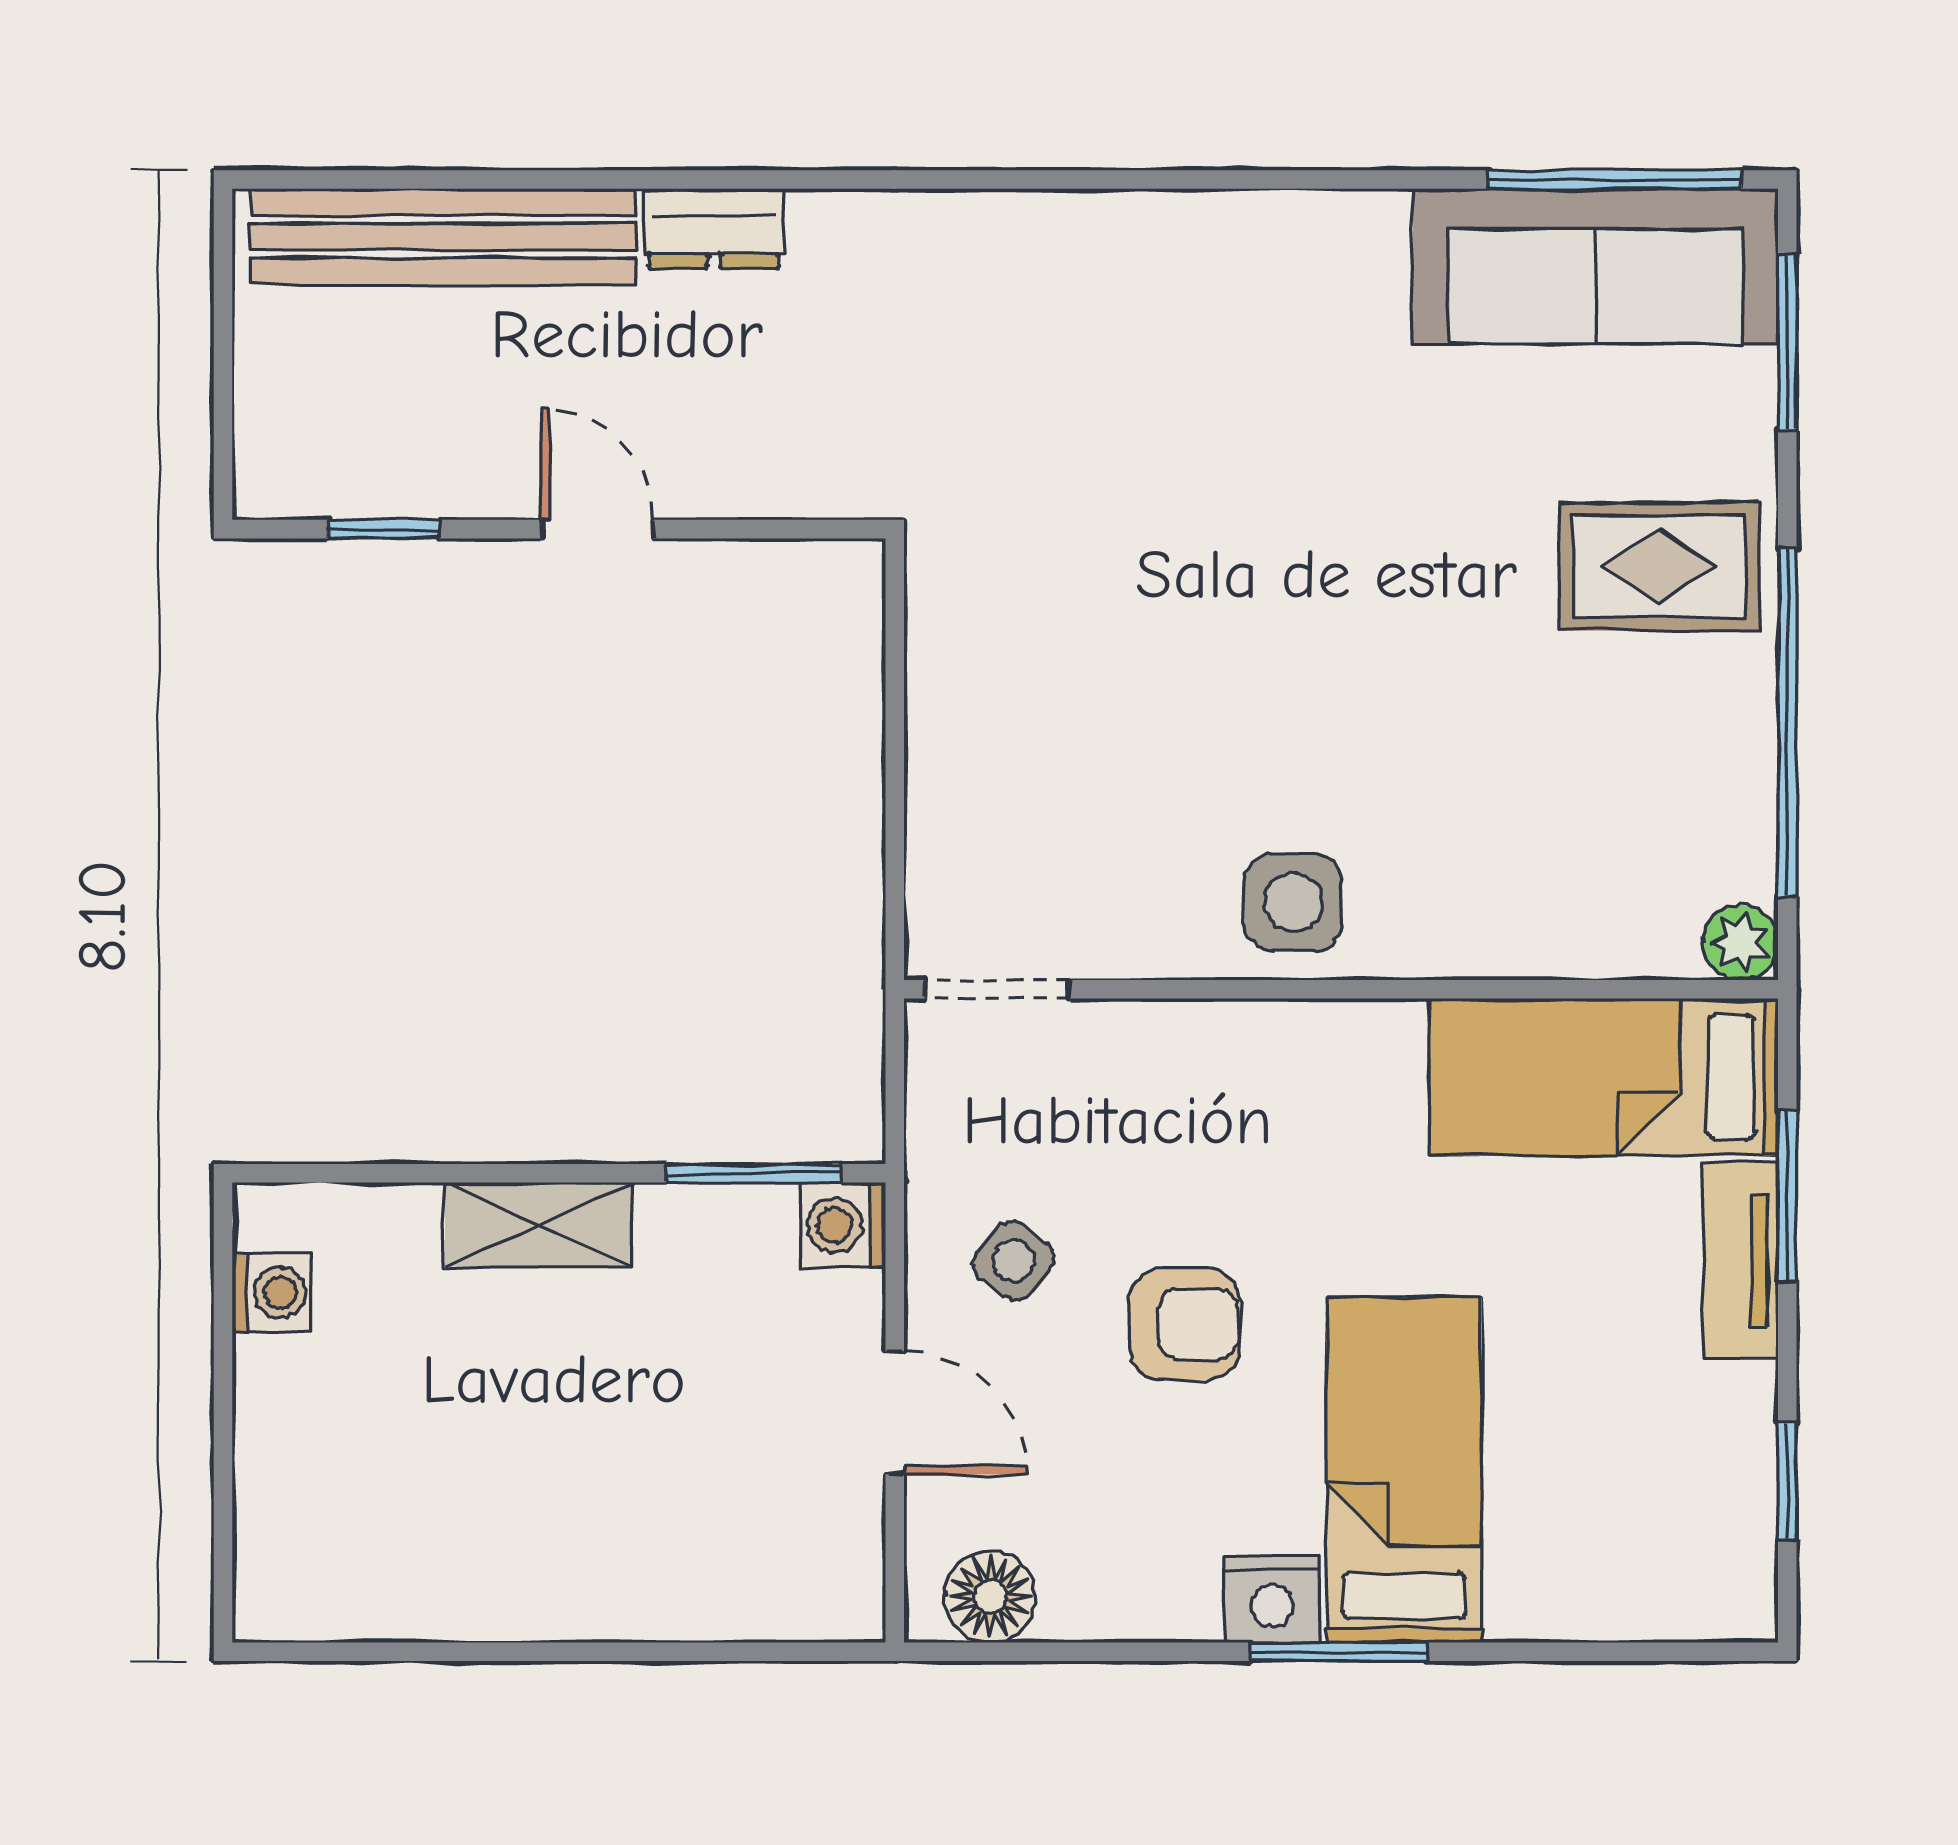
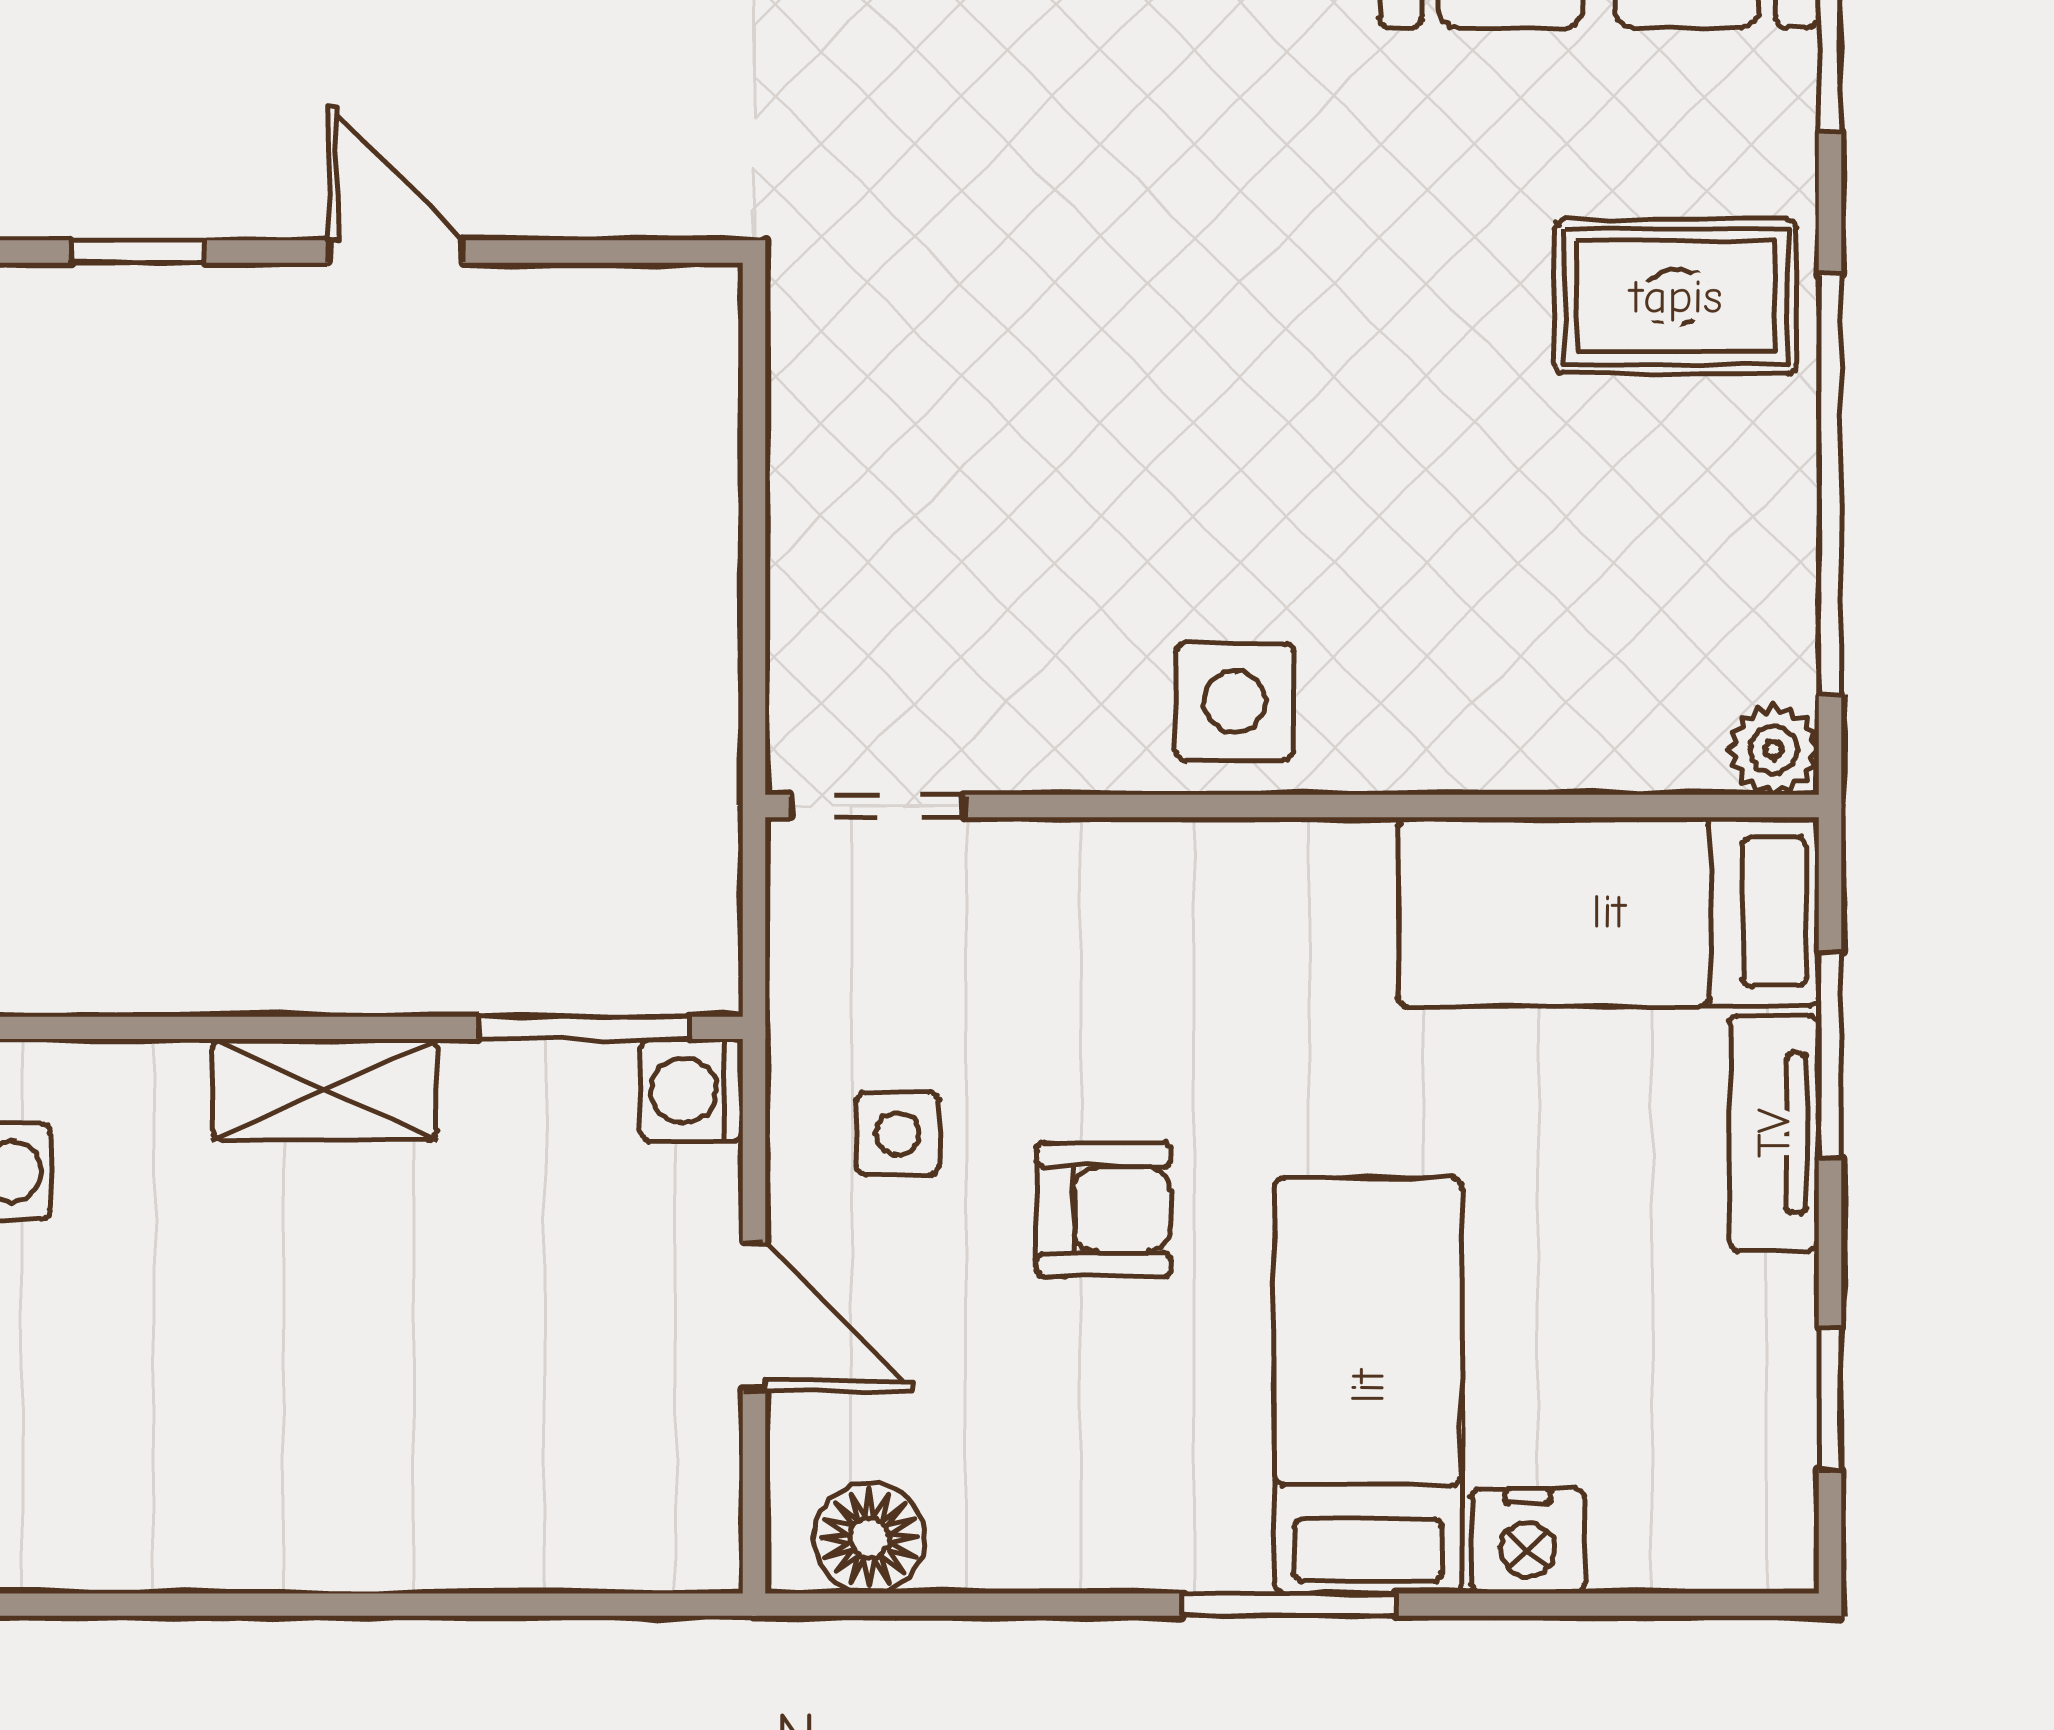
side table: (1014, 1261) -> (897, 1133), turned -38
nightstand: (1272, 1599) -> (1528, 1541), moved

